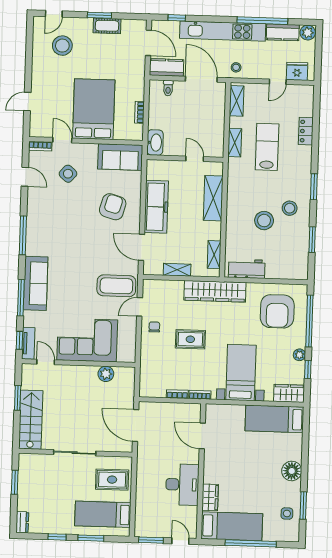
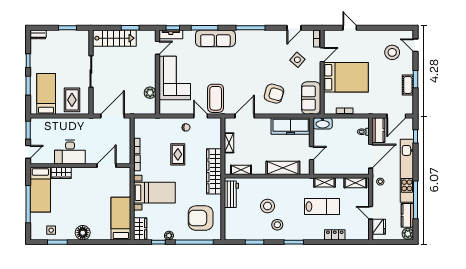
freezer: (156, 207) -> (291, 126), moved

